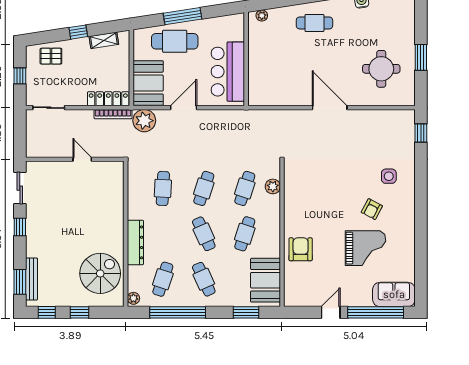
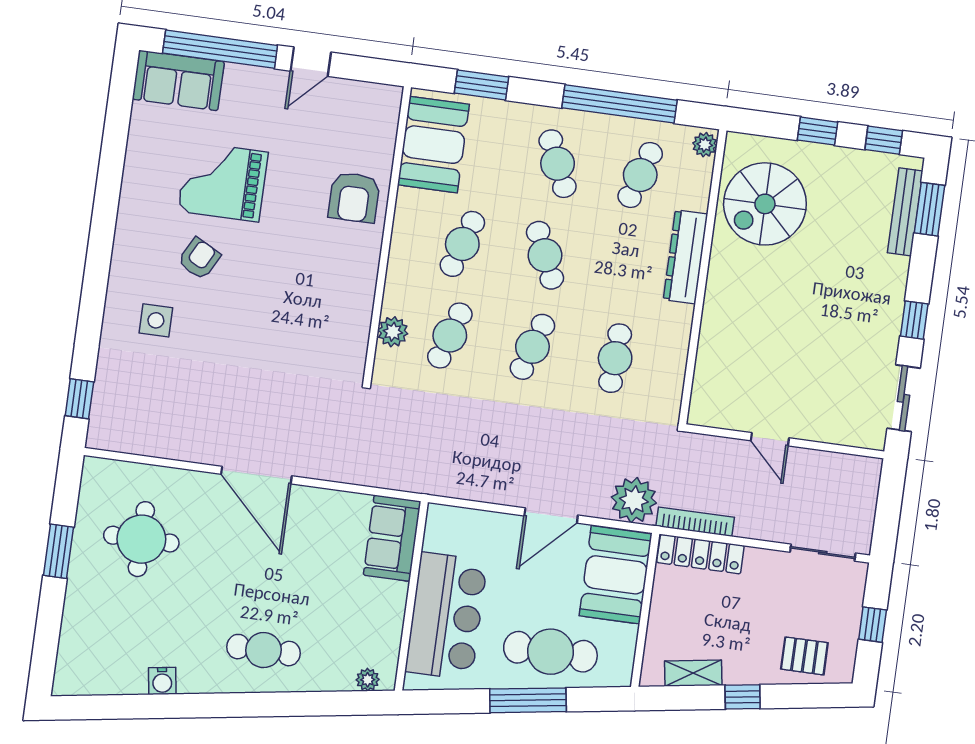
bar counter: (228, 72) -> (446, 616), moved
sofa: (259, 86) -> (392, 538), added

